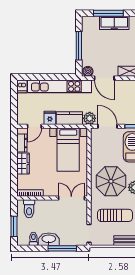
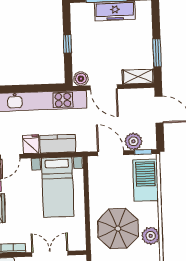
window: (79, 46) -> (67, 44), width x0.46
plant: (90, 118) -> (133, 141), moved
double door: (71, 198) -> (50, 254), moved

